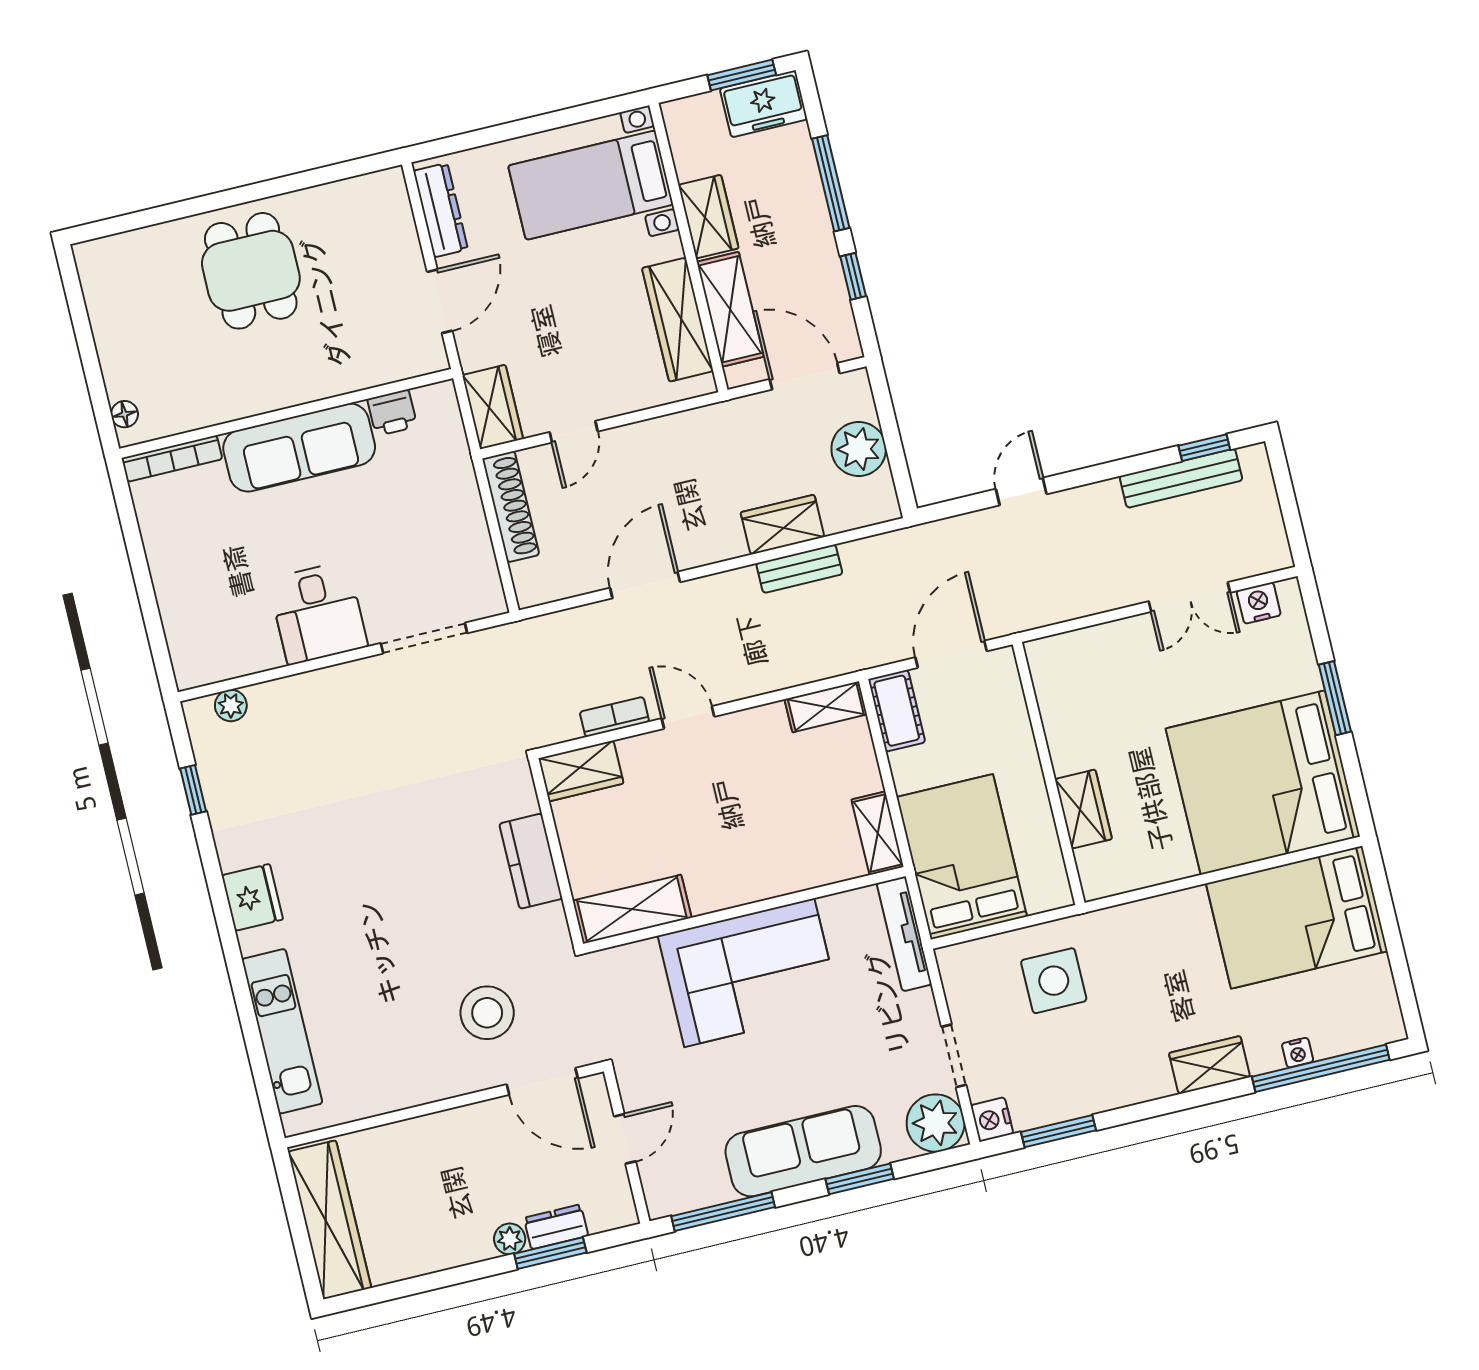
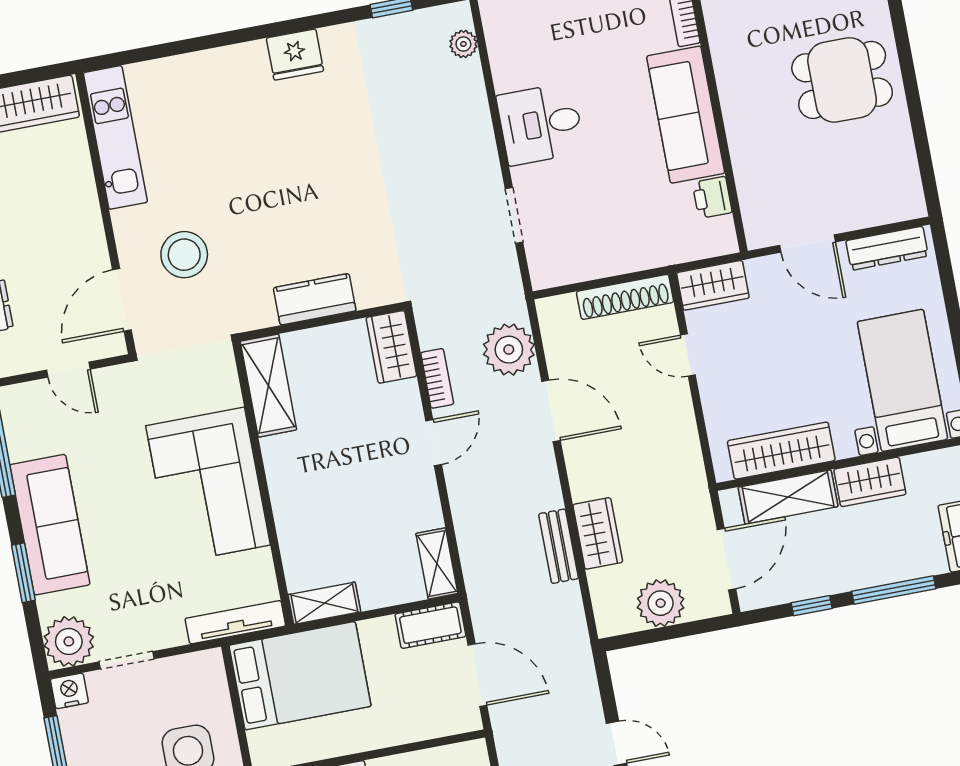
plant: (577, 637) -> (509, 350), added
doorway: (424, 638) -> (514, 215), width x0.73
kitchen unit: (282, 1031) -> (115, 137), moved, turned -90

